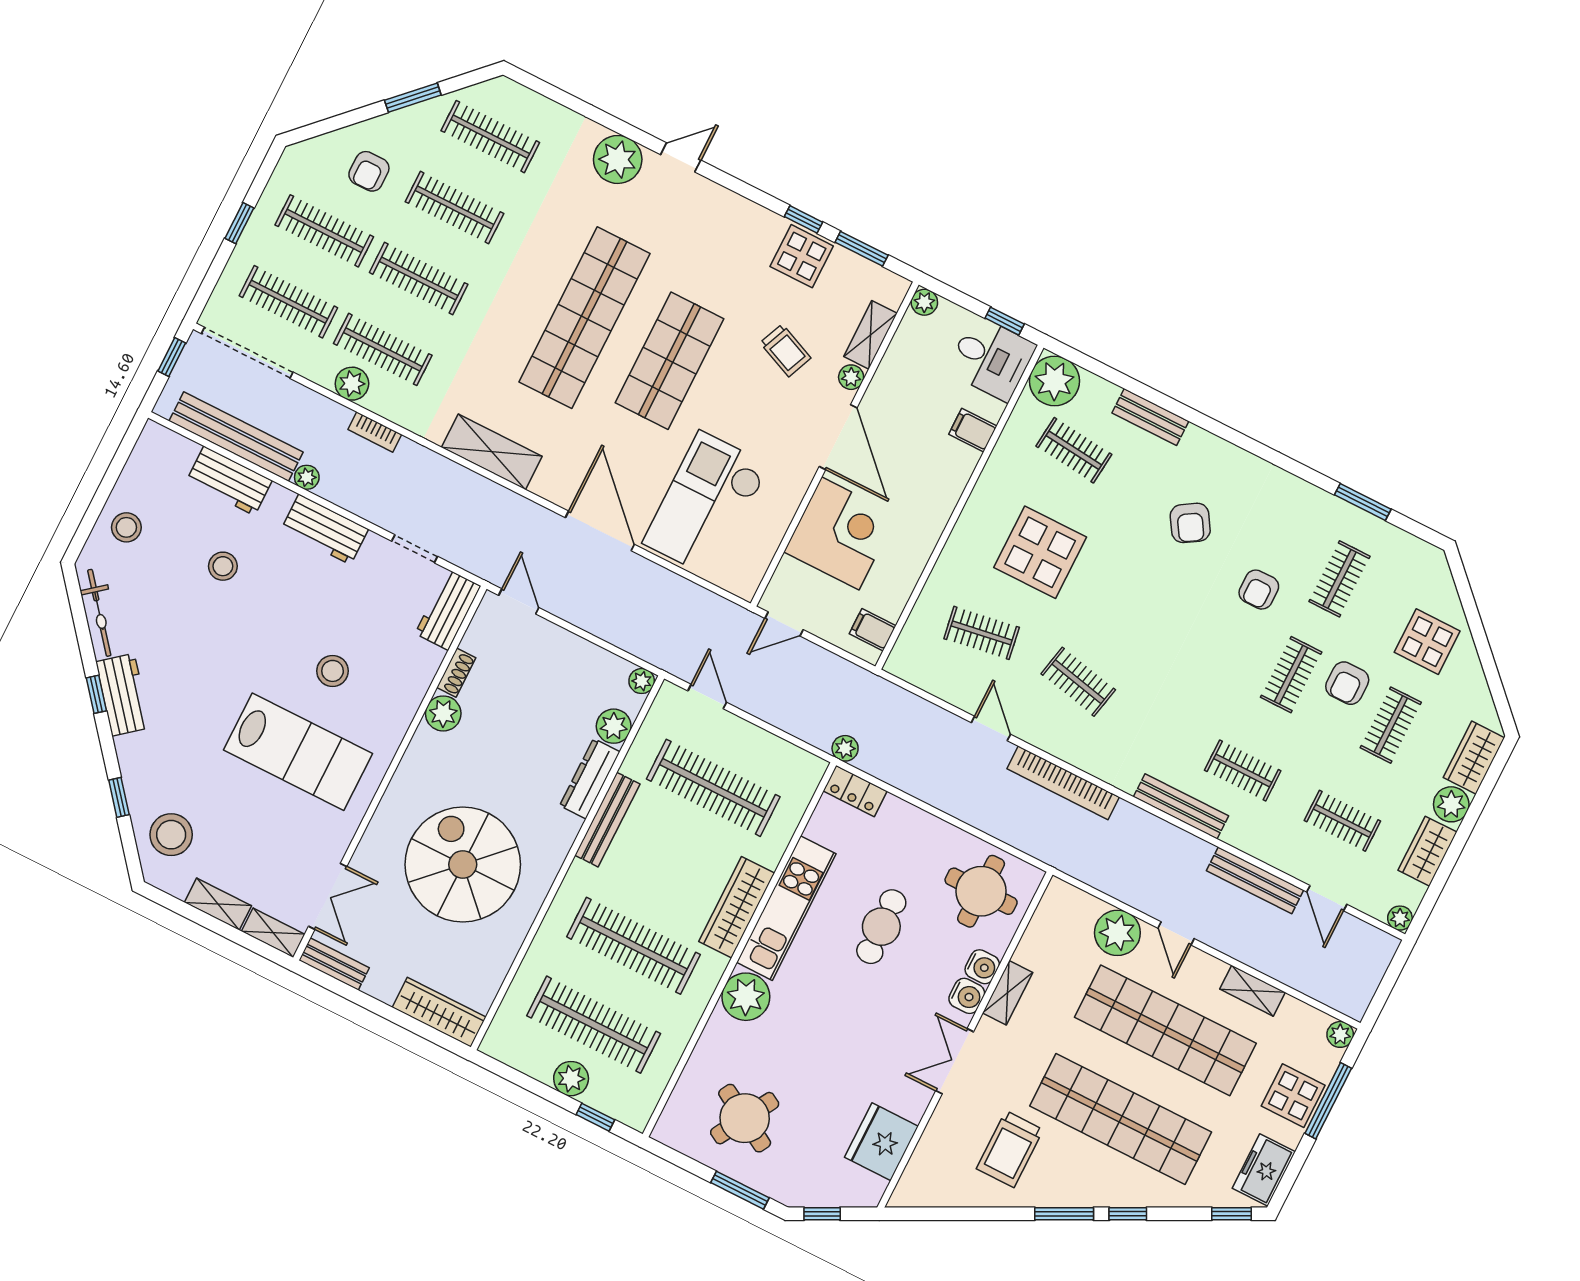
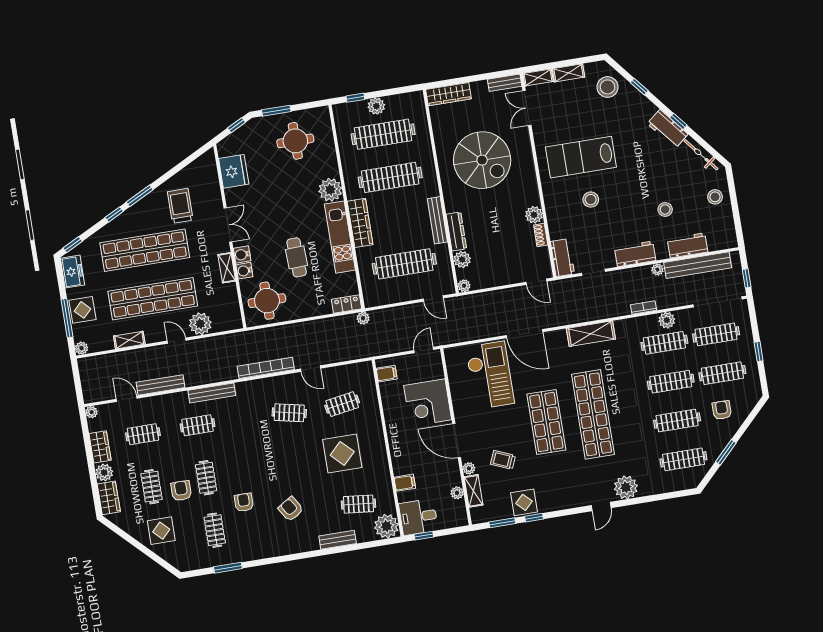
plant: (924, 302) -> (457, 493), moved
round table: (745, 1118) -> (295, 141), turned -30

